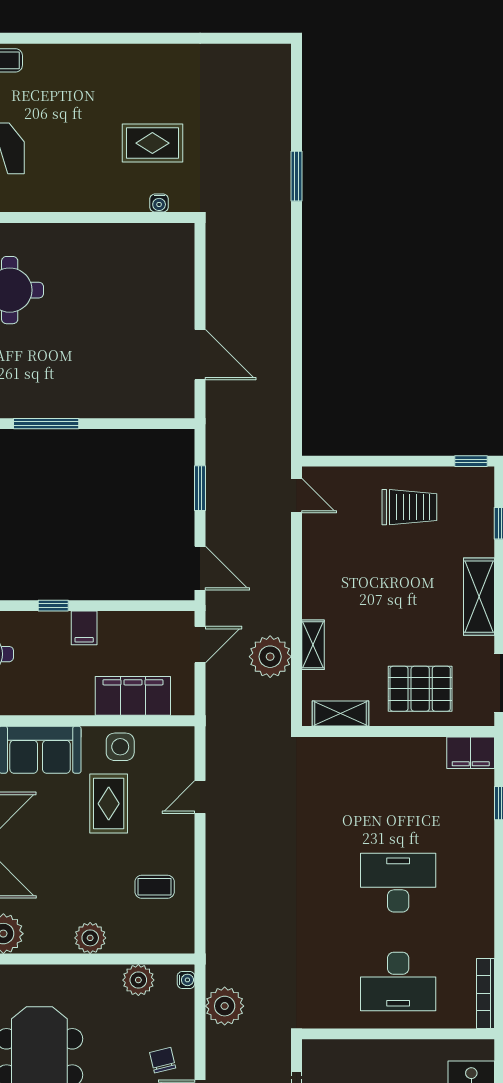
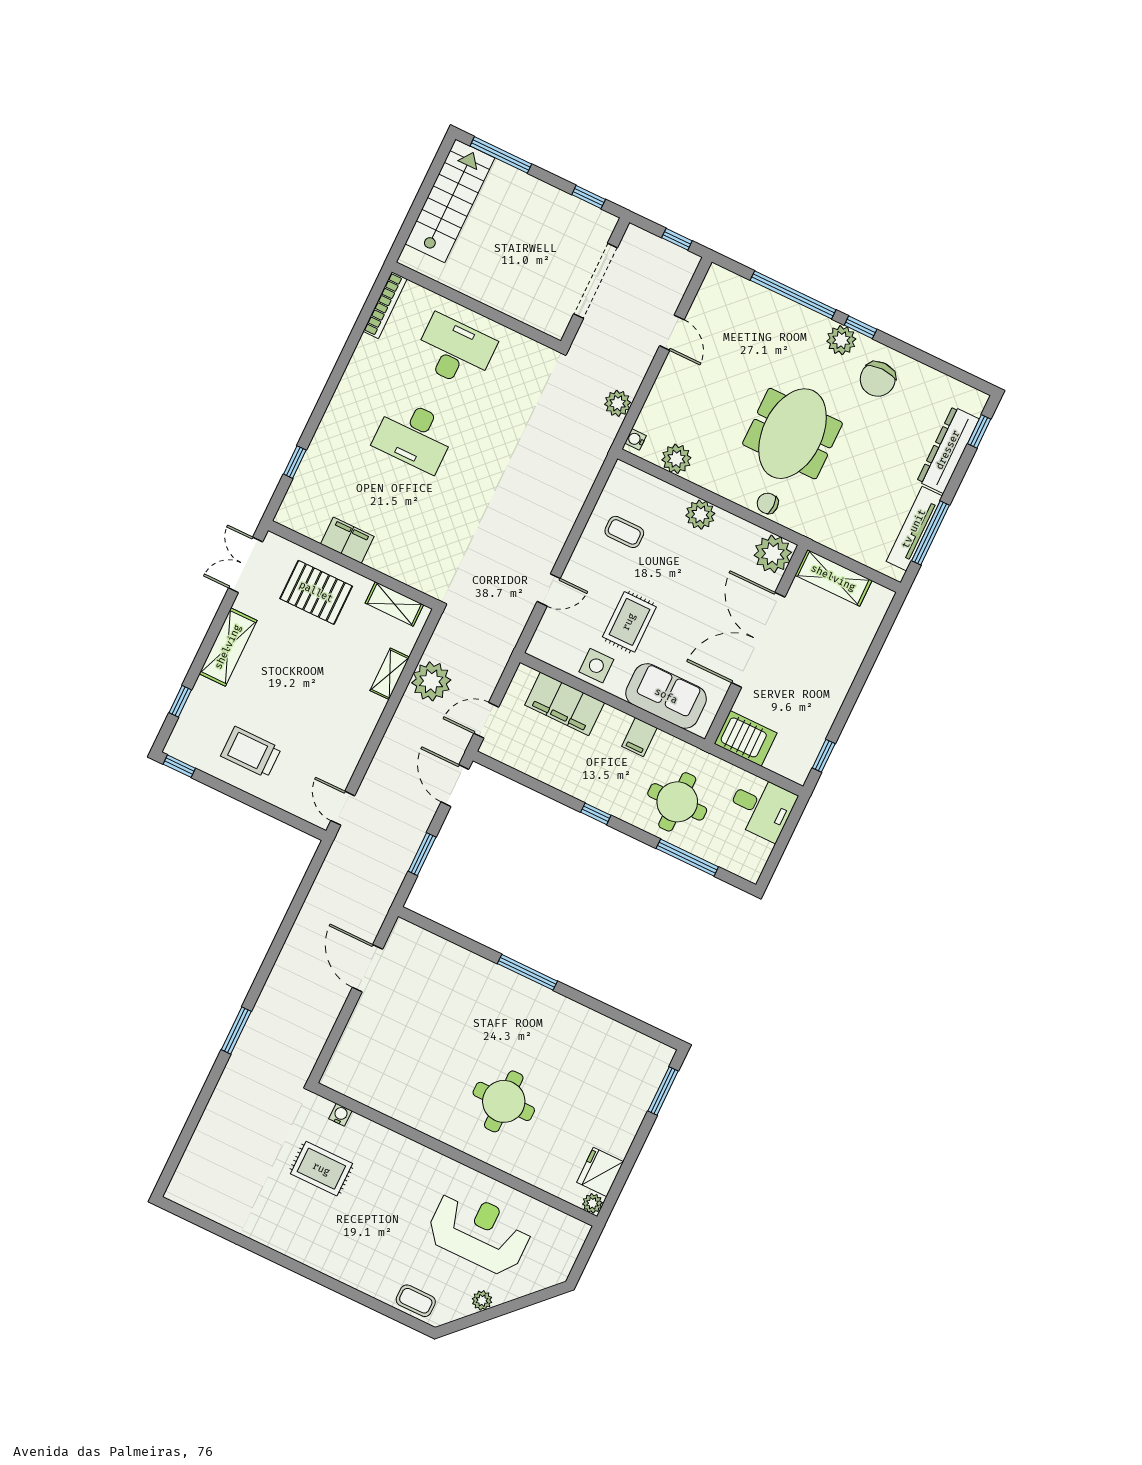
window: (296, 176) -> (236, 1031), moved
filing cabinet: (84, 628) -> (639, 737), moved, turned 180
filing cabinet: (471, 753) -> (347, 540), moved
plant: (225, 1006) -> (618, 403), width x0.73, depth x0.73
chair: (163, 1060) -> (768, 503), moved, turned 104

